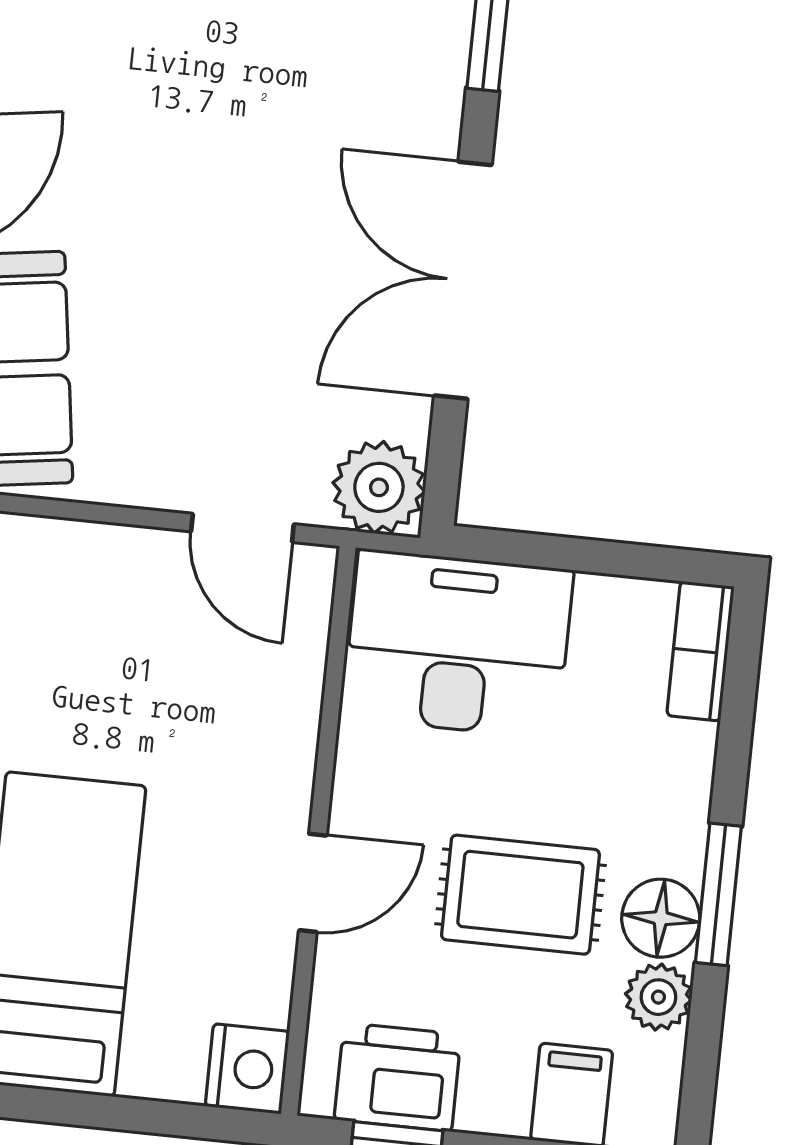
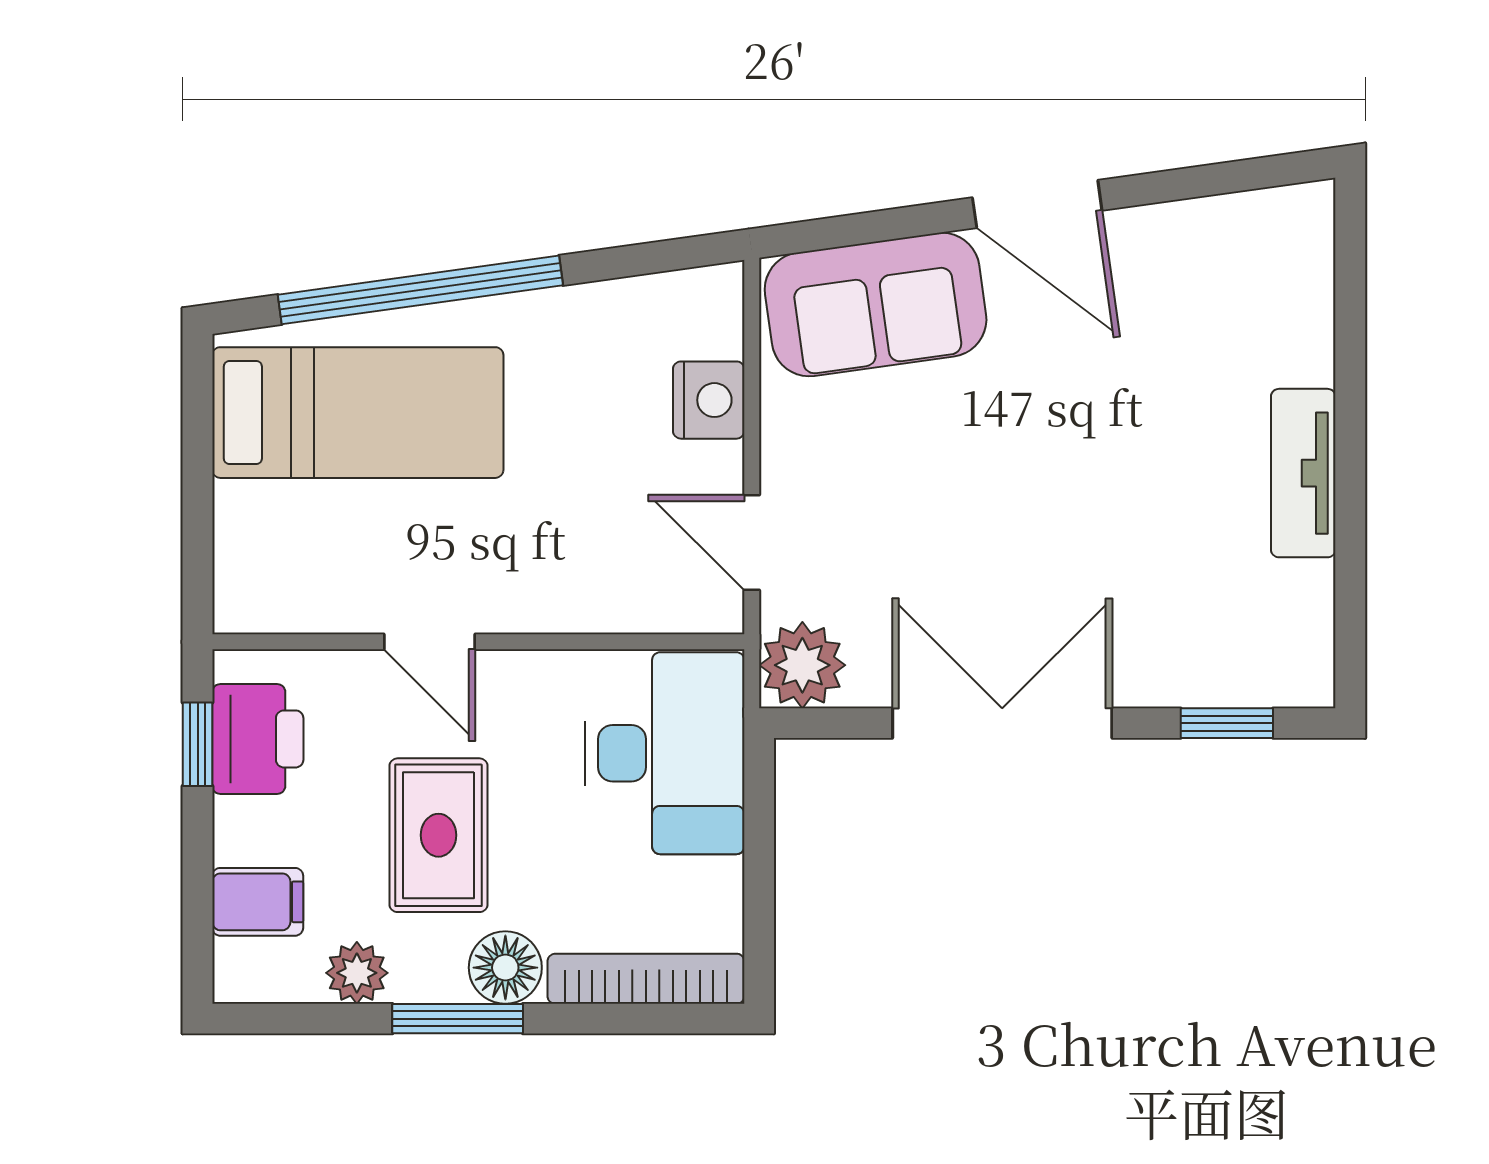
door: (242, 528) -> (752, 543), hinge flipped
bookcase: (700, 651) -> (646, 979), width x1.56
floor lamp: (661, 918) -> (505, 968), moved
nightstand: (247, 1069) -> (709, 400), moved, turned -90

